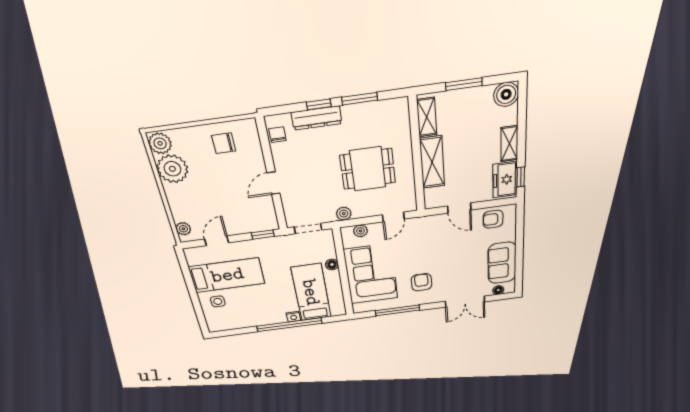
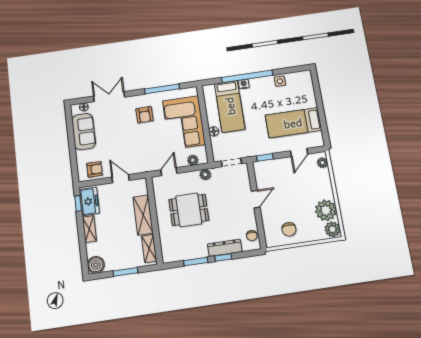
chair: (224, 143) -> (289, 229), turned 90
side table: (218, 301) -> (280, 81), moved

